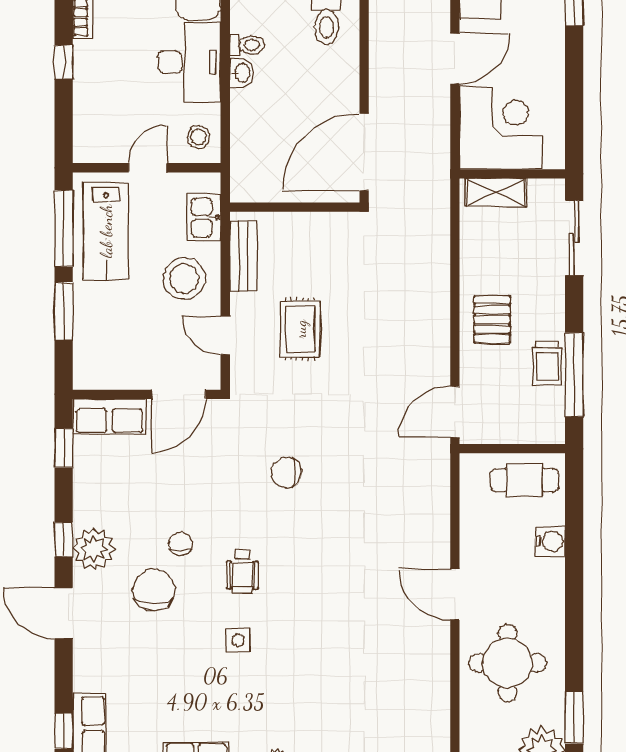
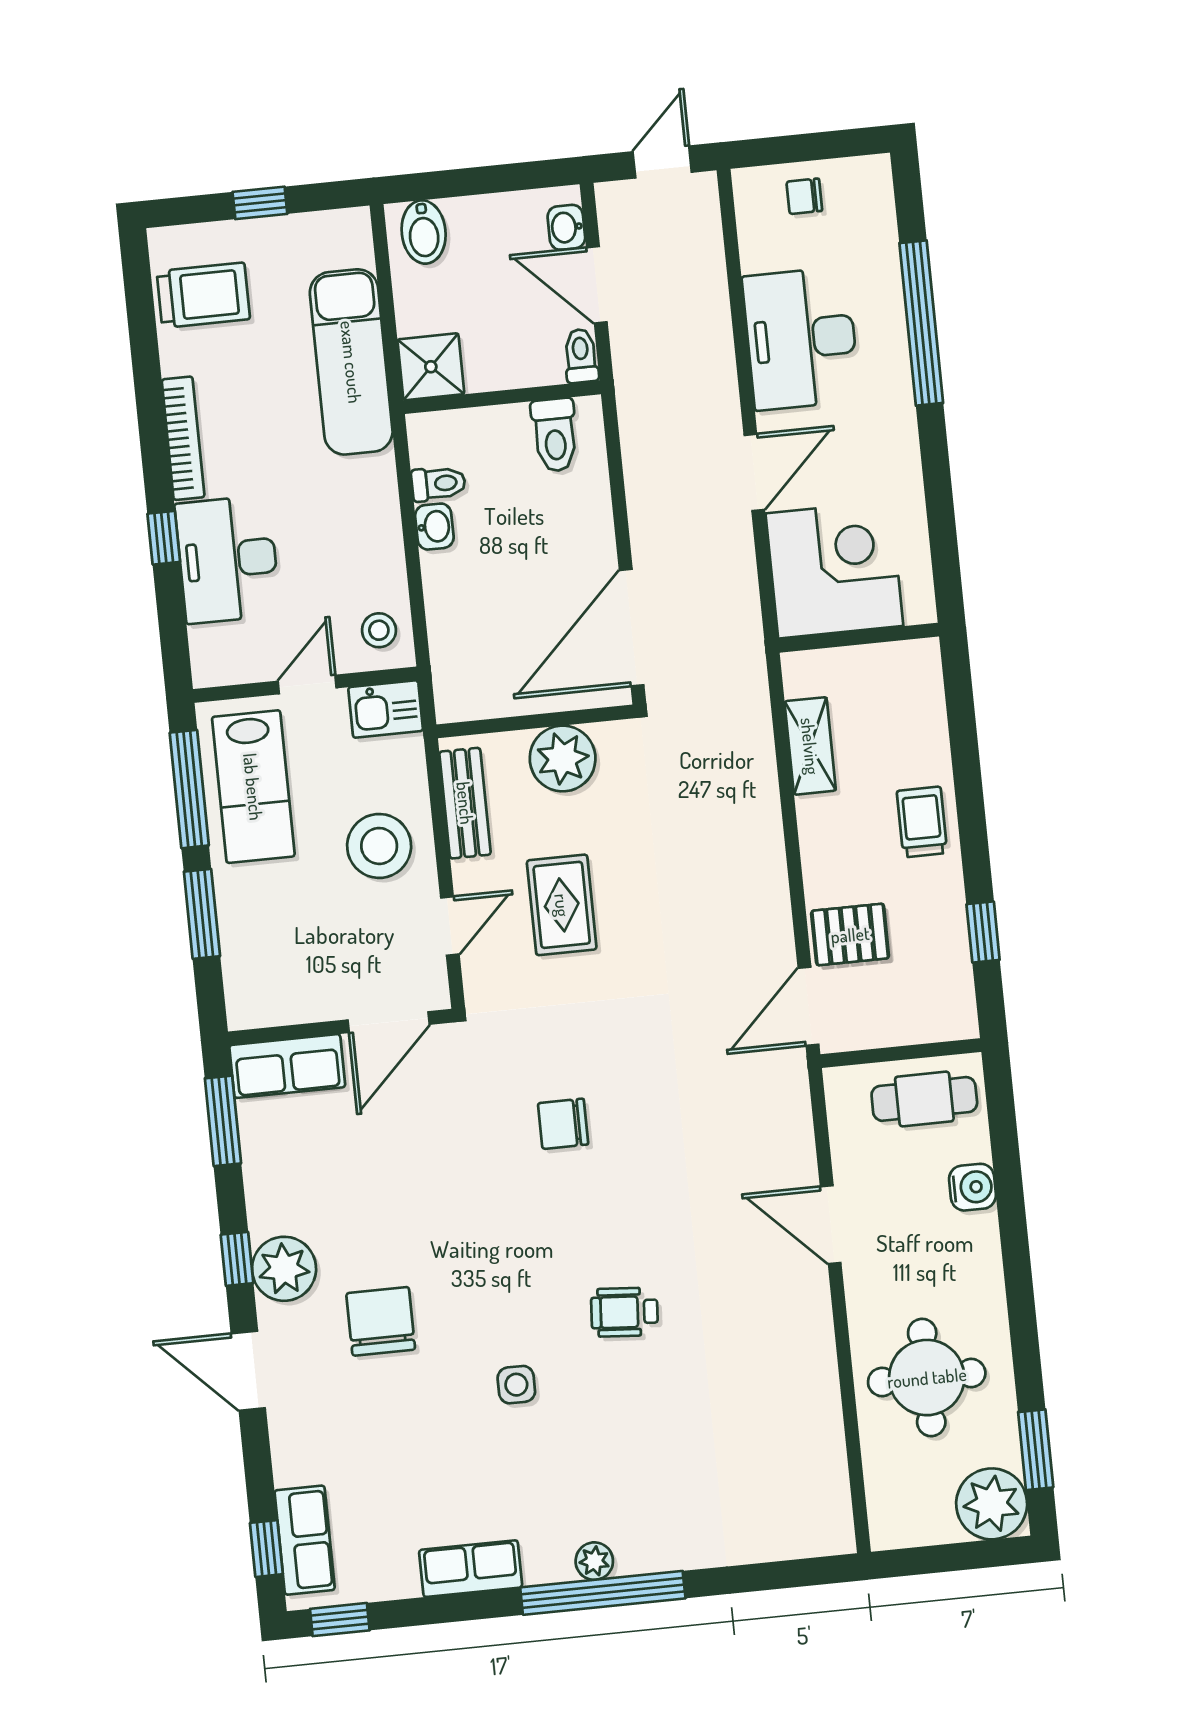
desk: (189, 62) -> (228, 559), moved, turned 180
shelving: (496, 192) -> (810, 746), moved, turned 90
kitchen sink: (204, 217) -> (386, 709), moved, turned -90
plant: (310, 233) -> (563, 758), added
sliding door: (574, 238) -> (962, 725), removed
pallet: (492, 319) -> (850, 935), moved, turned 90
door: (225, 335) -> (450, 926), swing flipped
trolley: (547, 364) -> (922, 822), moved, turned 180
window: (574, 375) -> (983, 932), width x0.46
window: (64, 448) -> (223, 1121), width x1.50
chair: (181, 544) -> (414, 1248), removed
wheelchair: (242, 572) -> (624, 1312), moved, turned 94
door: (455, 594) -> (831, 1225), moved

